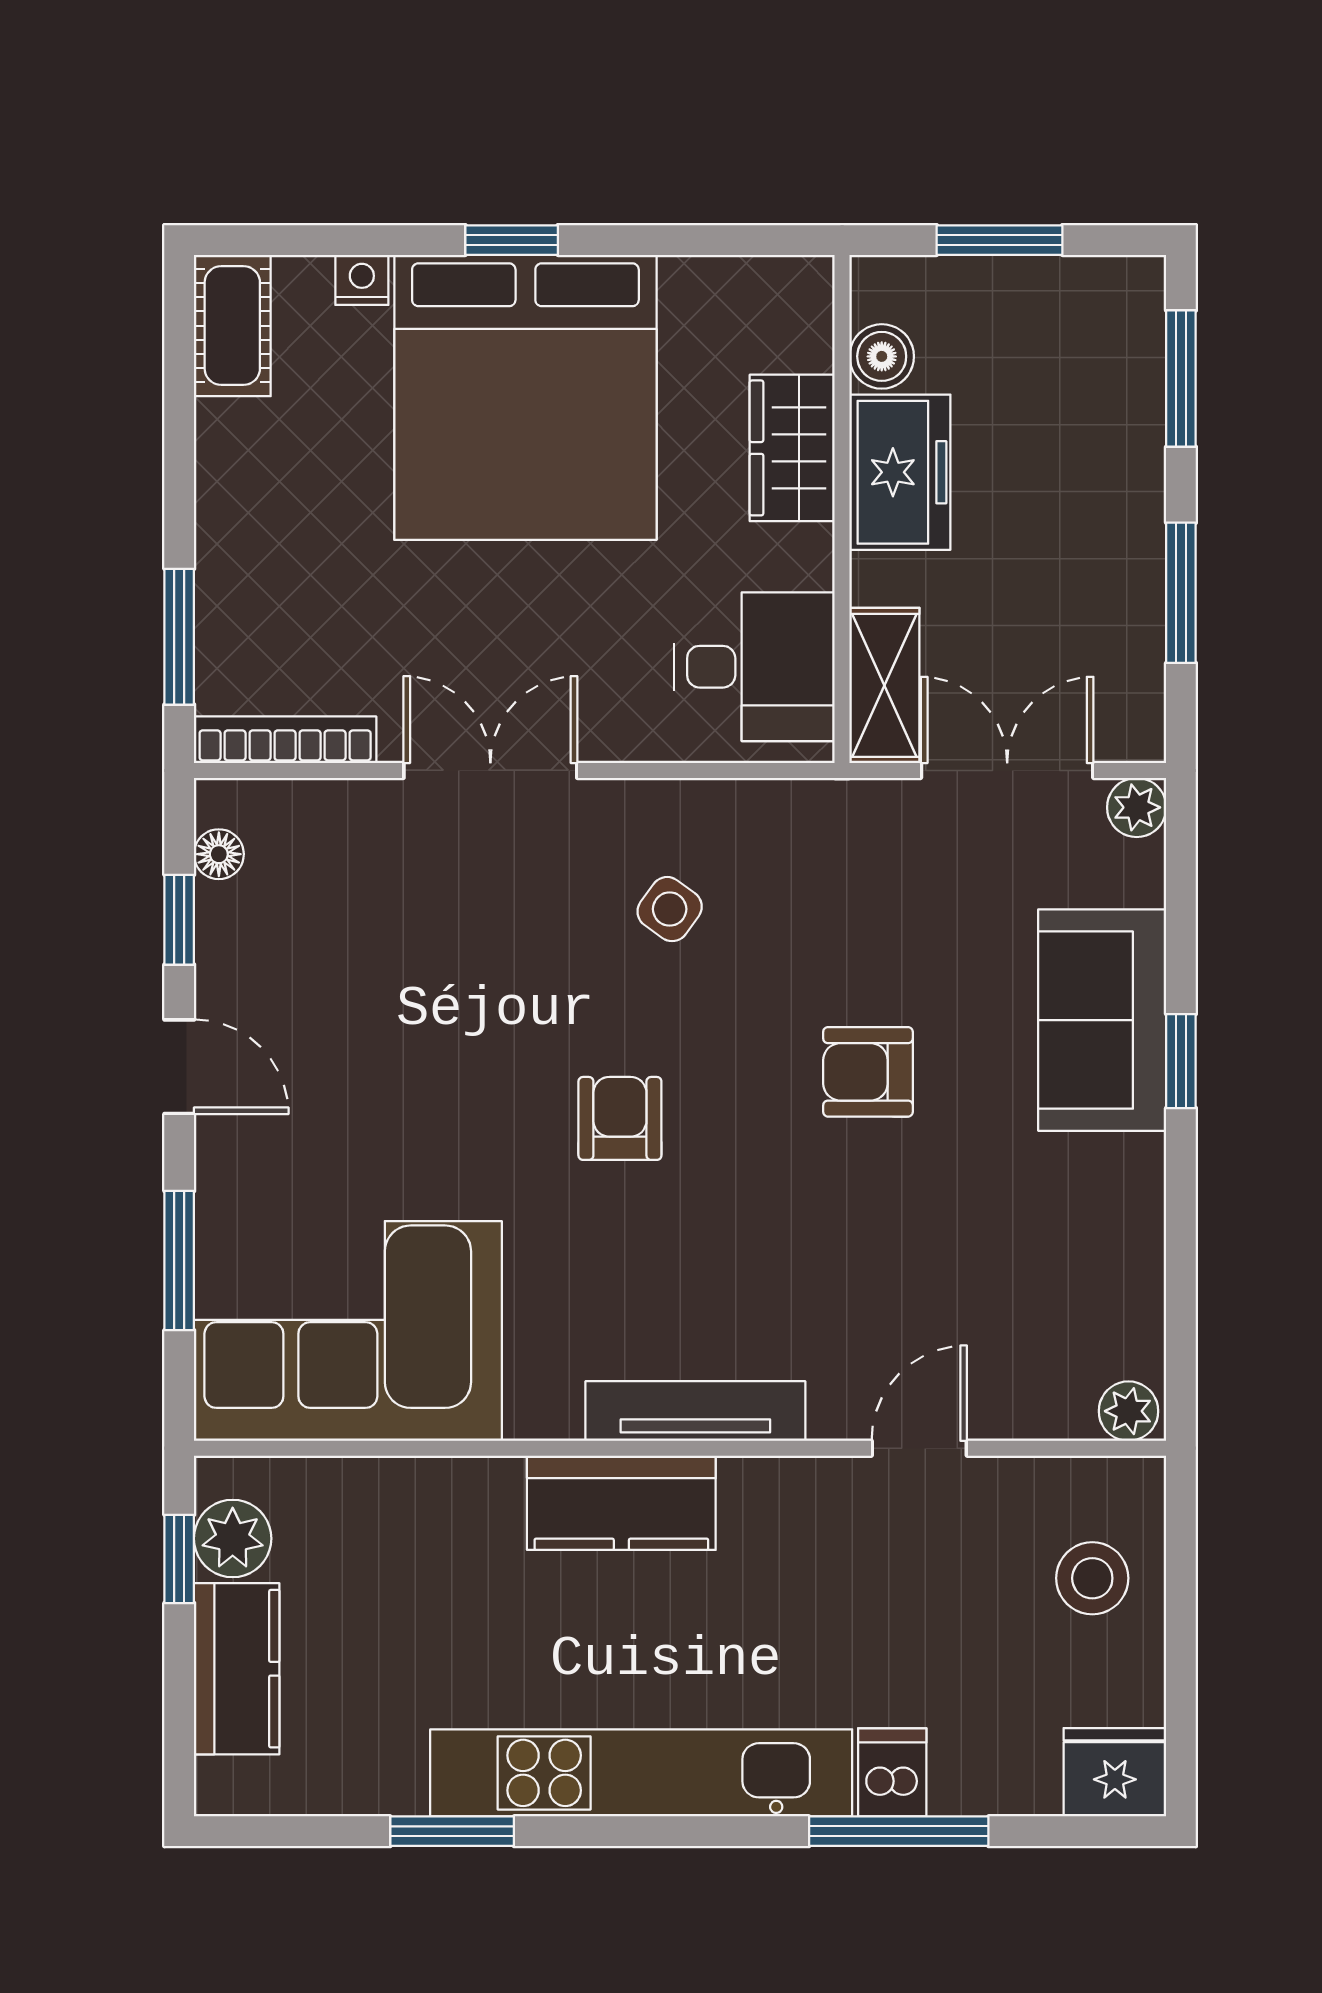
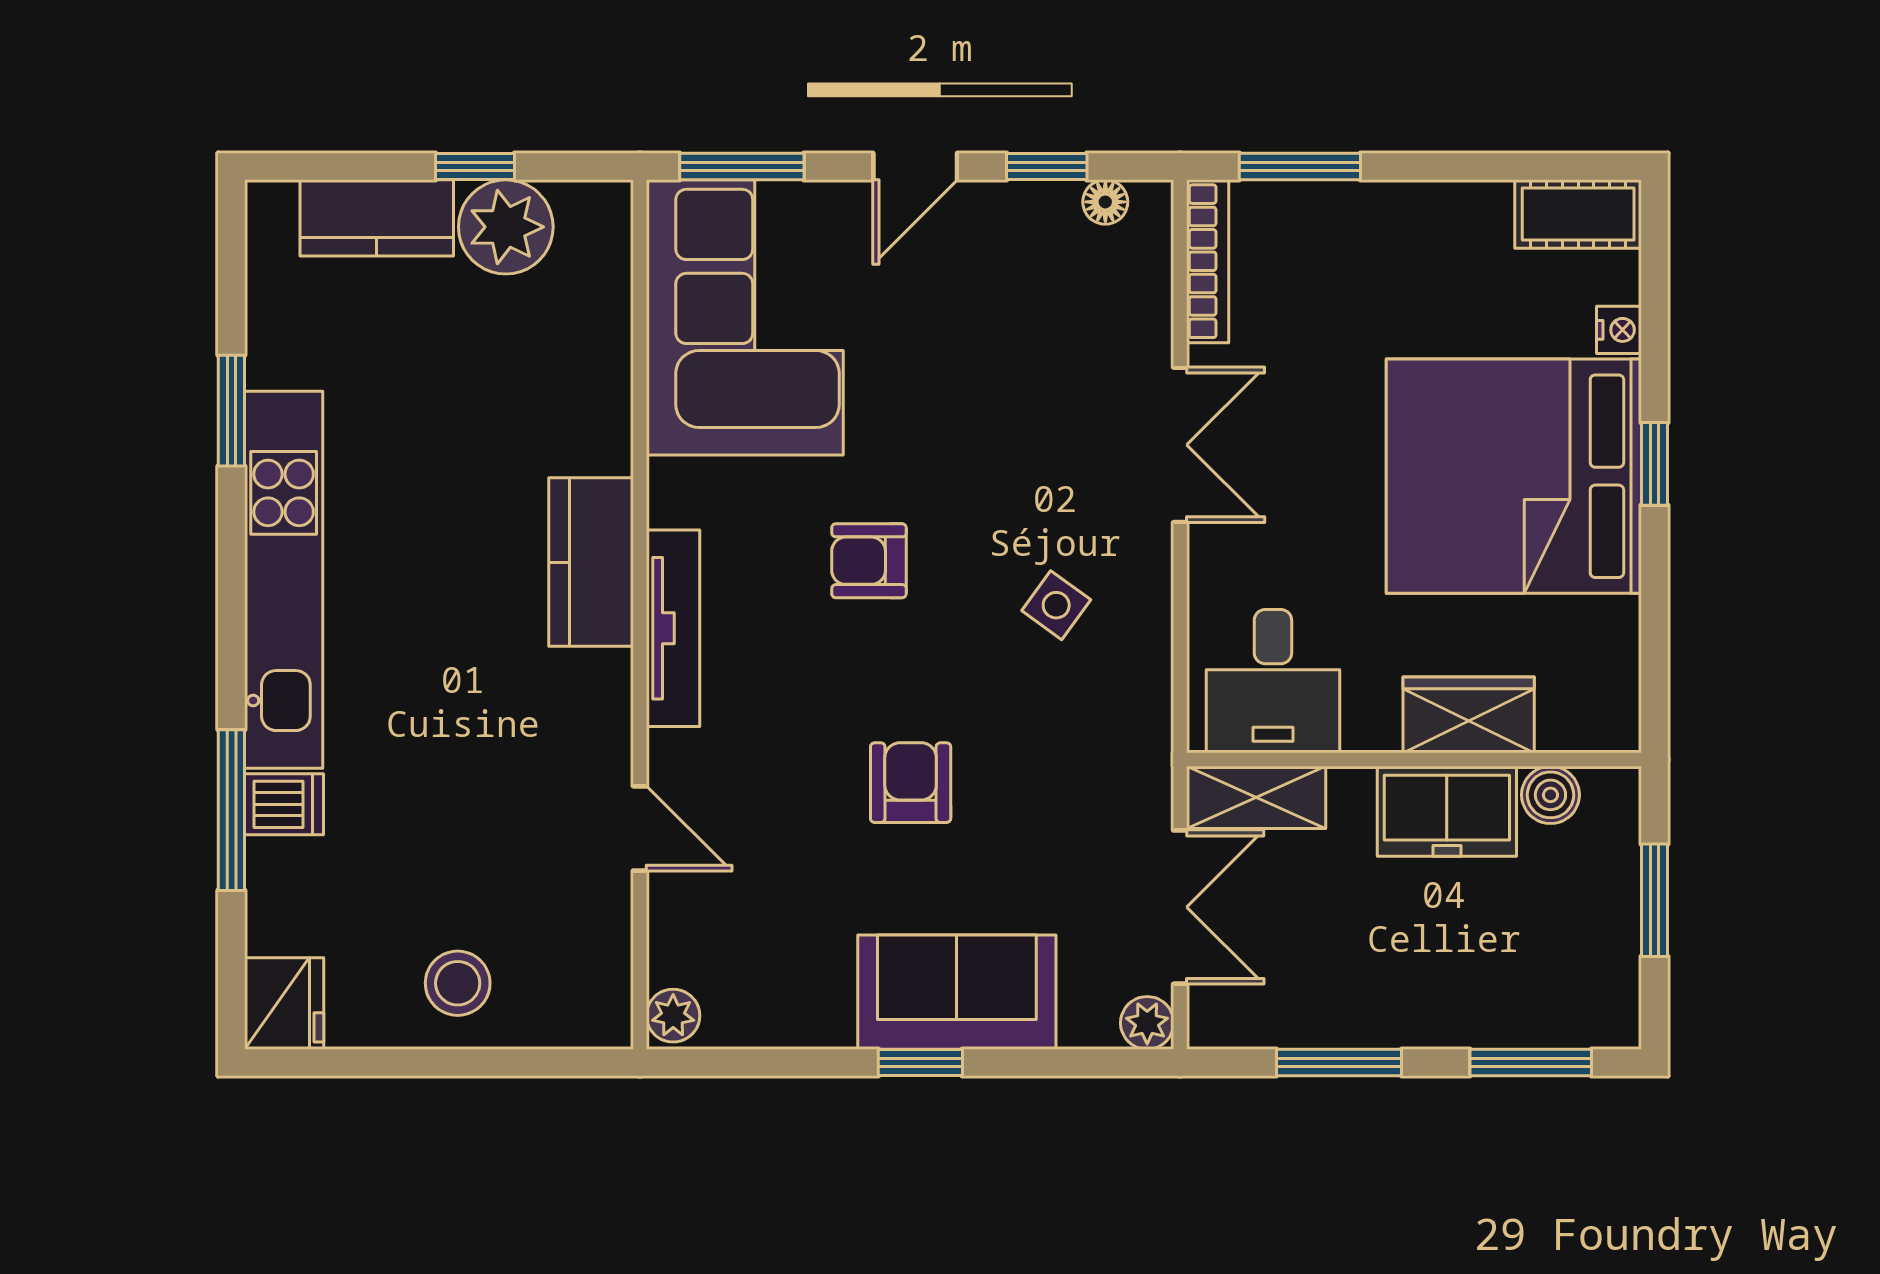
armchair: (620, 1118) -> (869, 561), turned 180
corner sofa: (348, 1331) -> (745, 317), moved
tv unit: (695, 1411) -> (673, 628), moved
plant: (1128, 1411) -> (673, 1016), moved
wall: (680, 1448) -> (640, 615), moved
door: (919, 1448) -> (640, 828), moved
kitchen counter: (621, 1503) -> (591, 562), moved
plant: (233, 1539) -> (506, 227), width x1.36, depth x1.36

